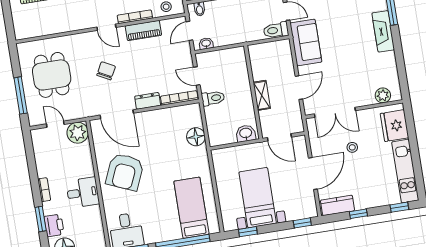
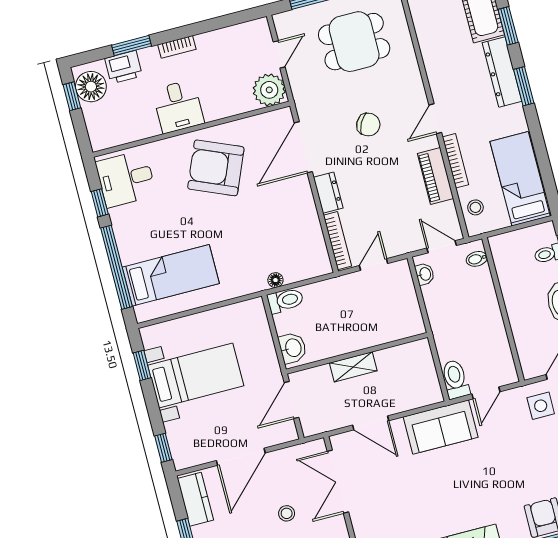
toilet: (213, 98) -> (285, 300), moved, turned -90
floor lamp: (196, 137) -> (275, 280), width x0.53, depth x0.53
door: (313, 174) -> (241, 457), hinge flipped

